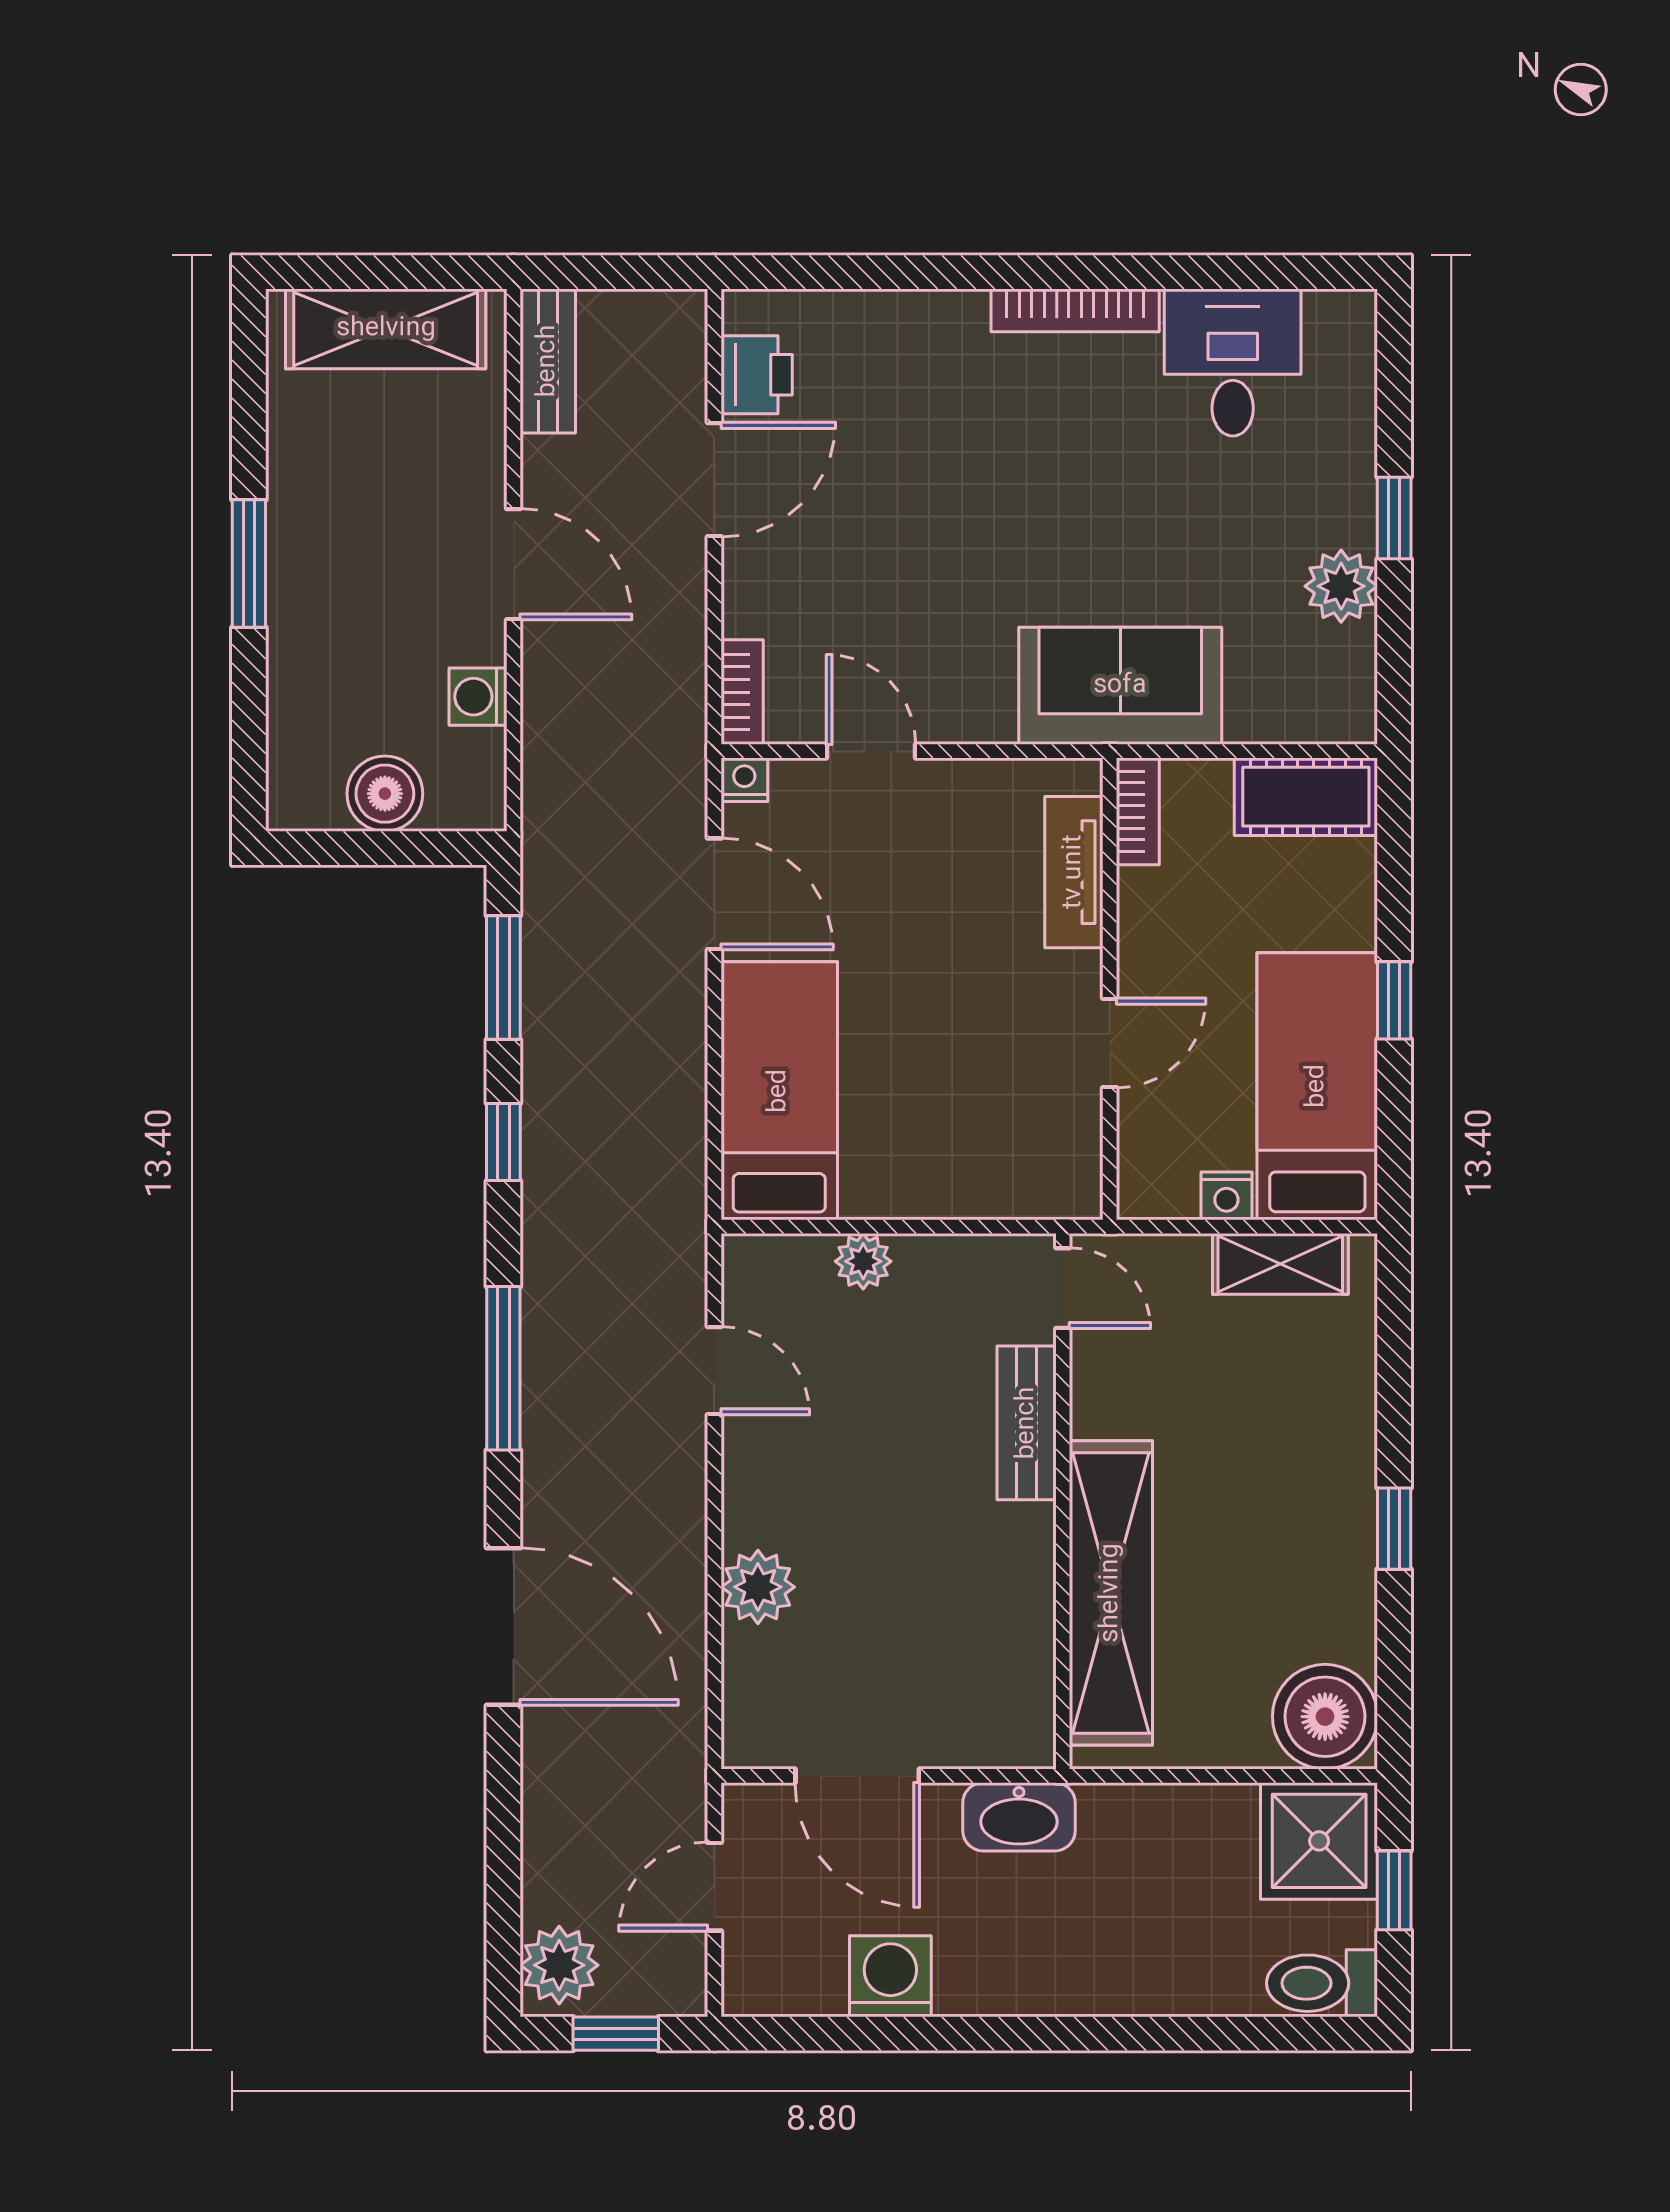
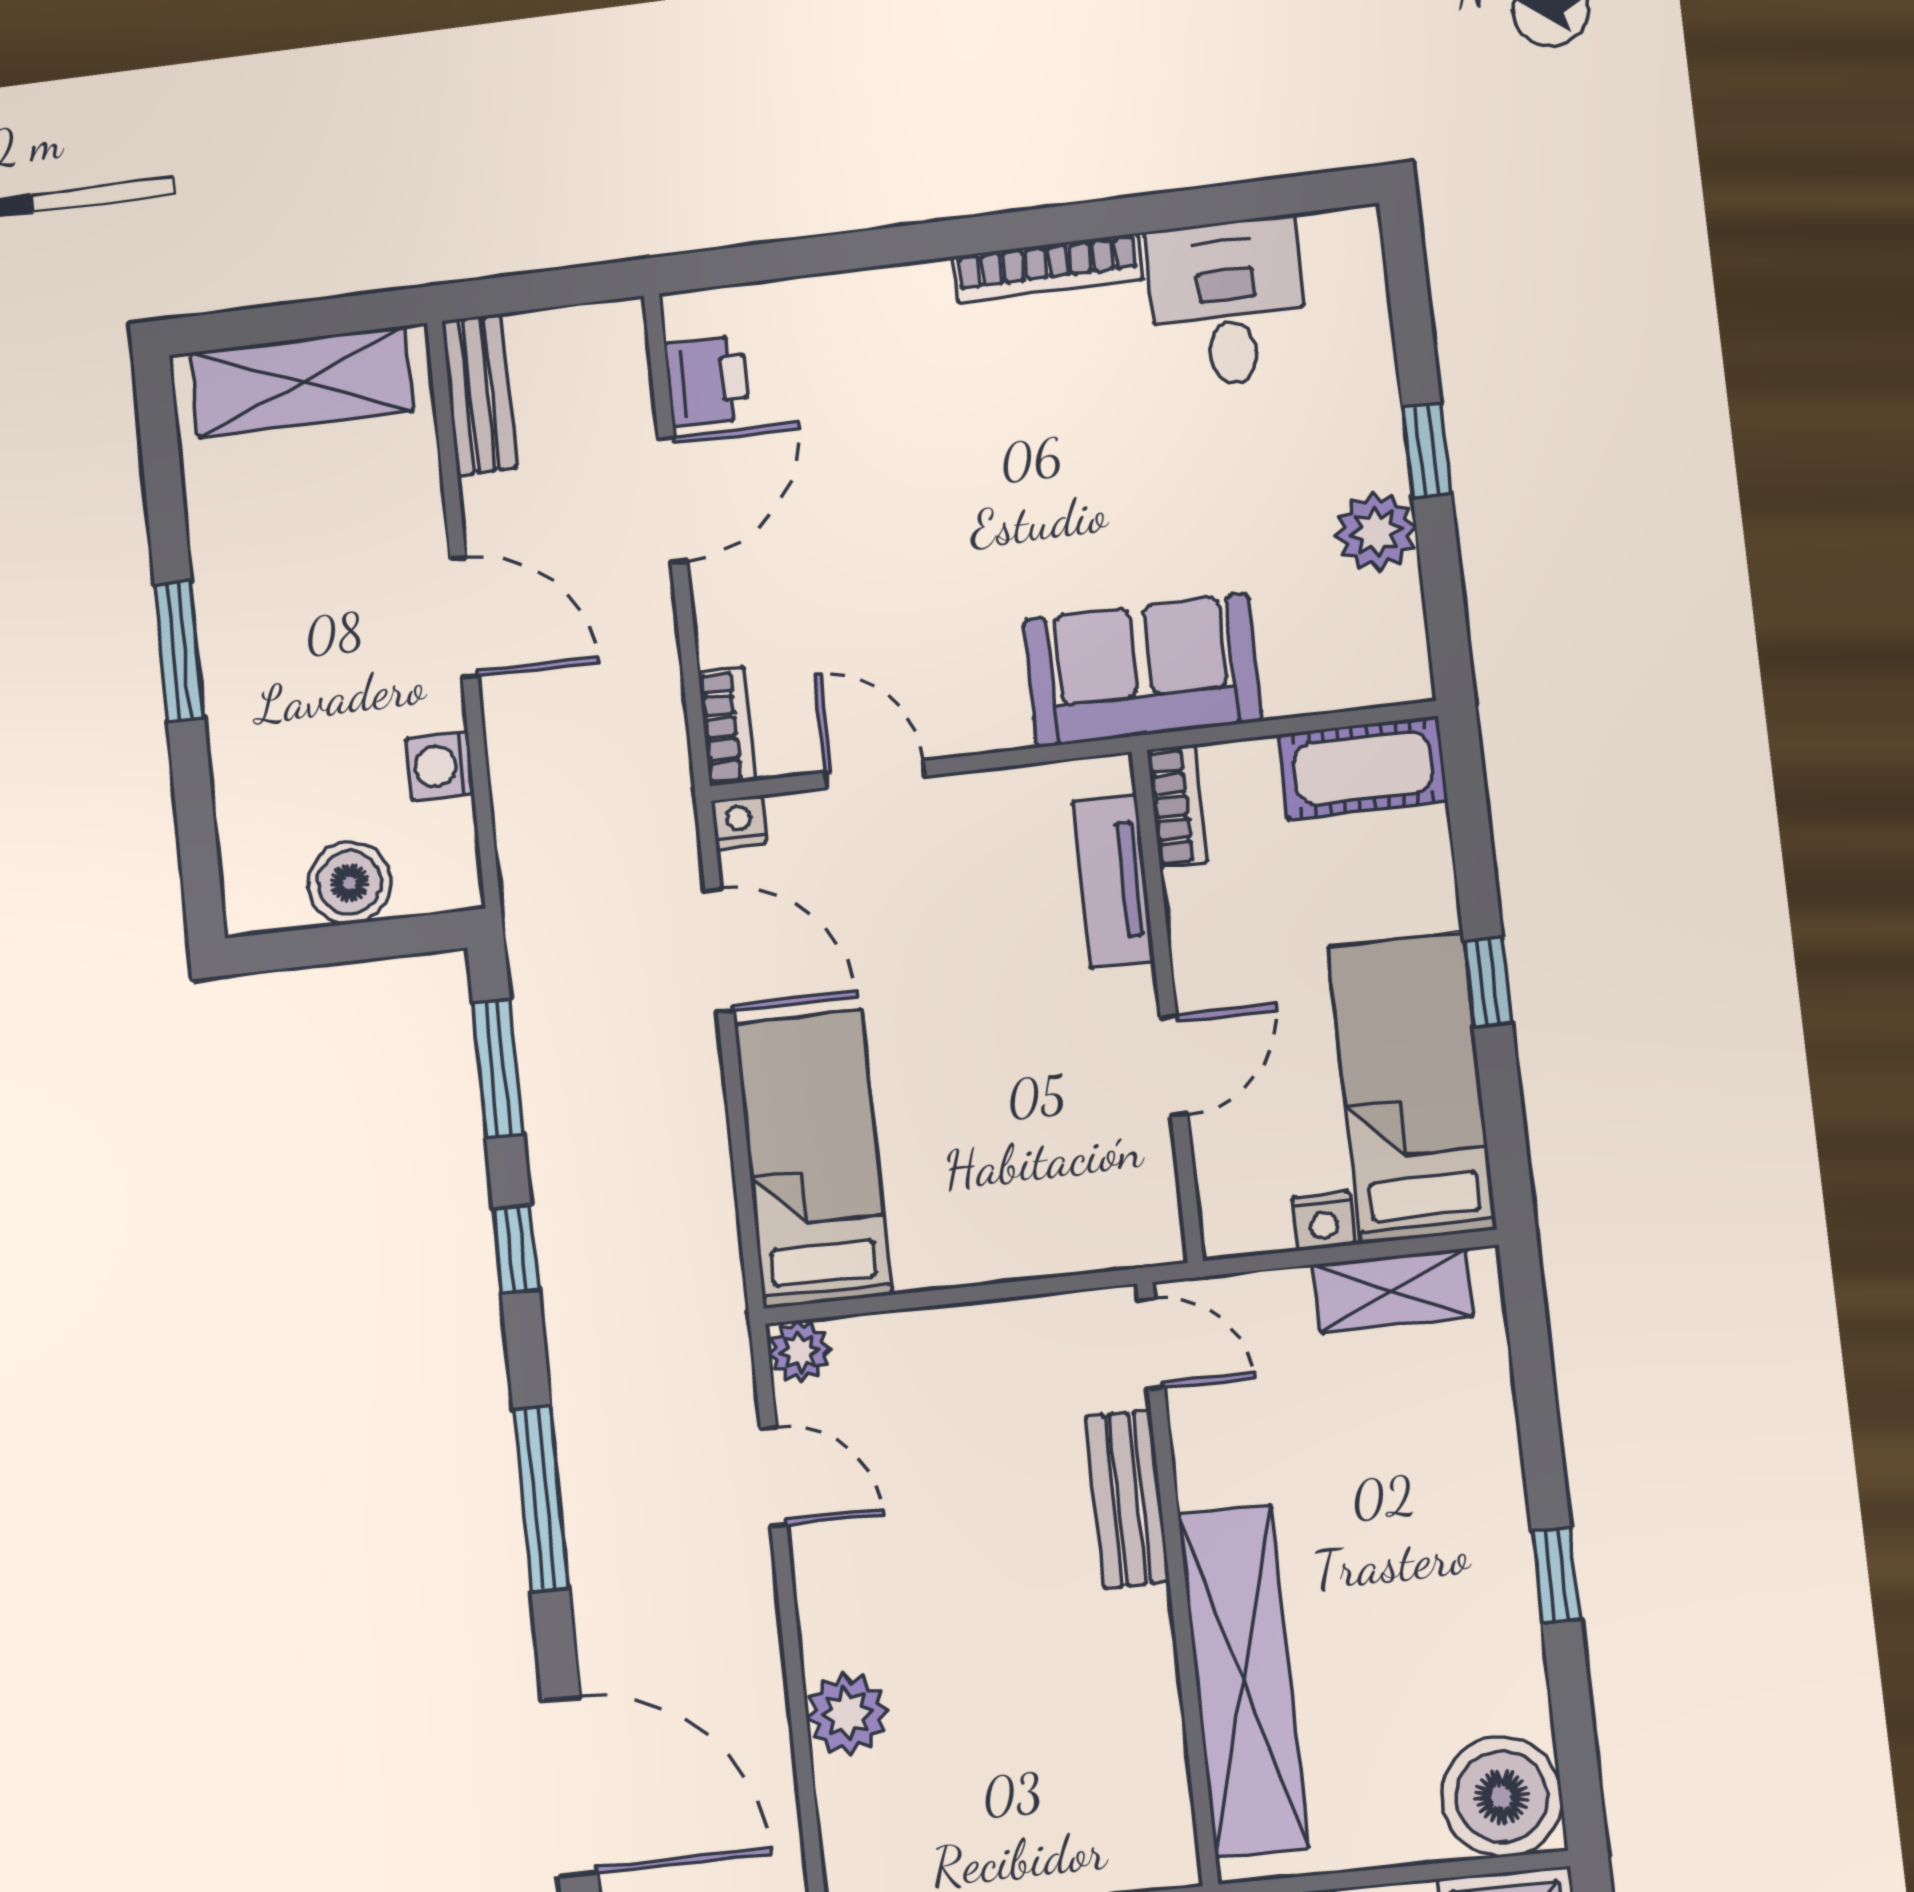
plant: (863, 1261) -> (799, 1351), moved

